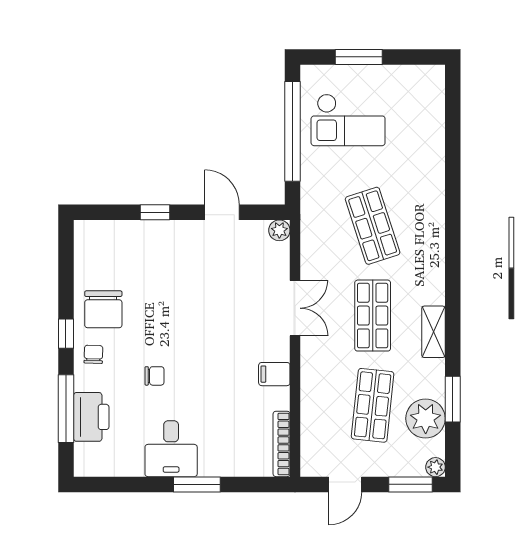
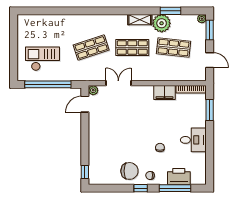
window: (359, 57) -> (14, 54), removed
checkout: (348, 120) -> (43, 59), turned -90
window: (155, 212) -> (85, 172), moved
door: (222, 212) -> (85, 104), moved
double door: (295, 308) -> (118, 83), moved
filing cabinet: (274, 374) -> (164, 93), width x2.00
plant: (426, 419) -> (162, 23), moved
window: (197, 484) -> (210, 110), moved

